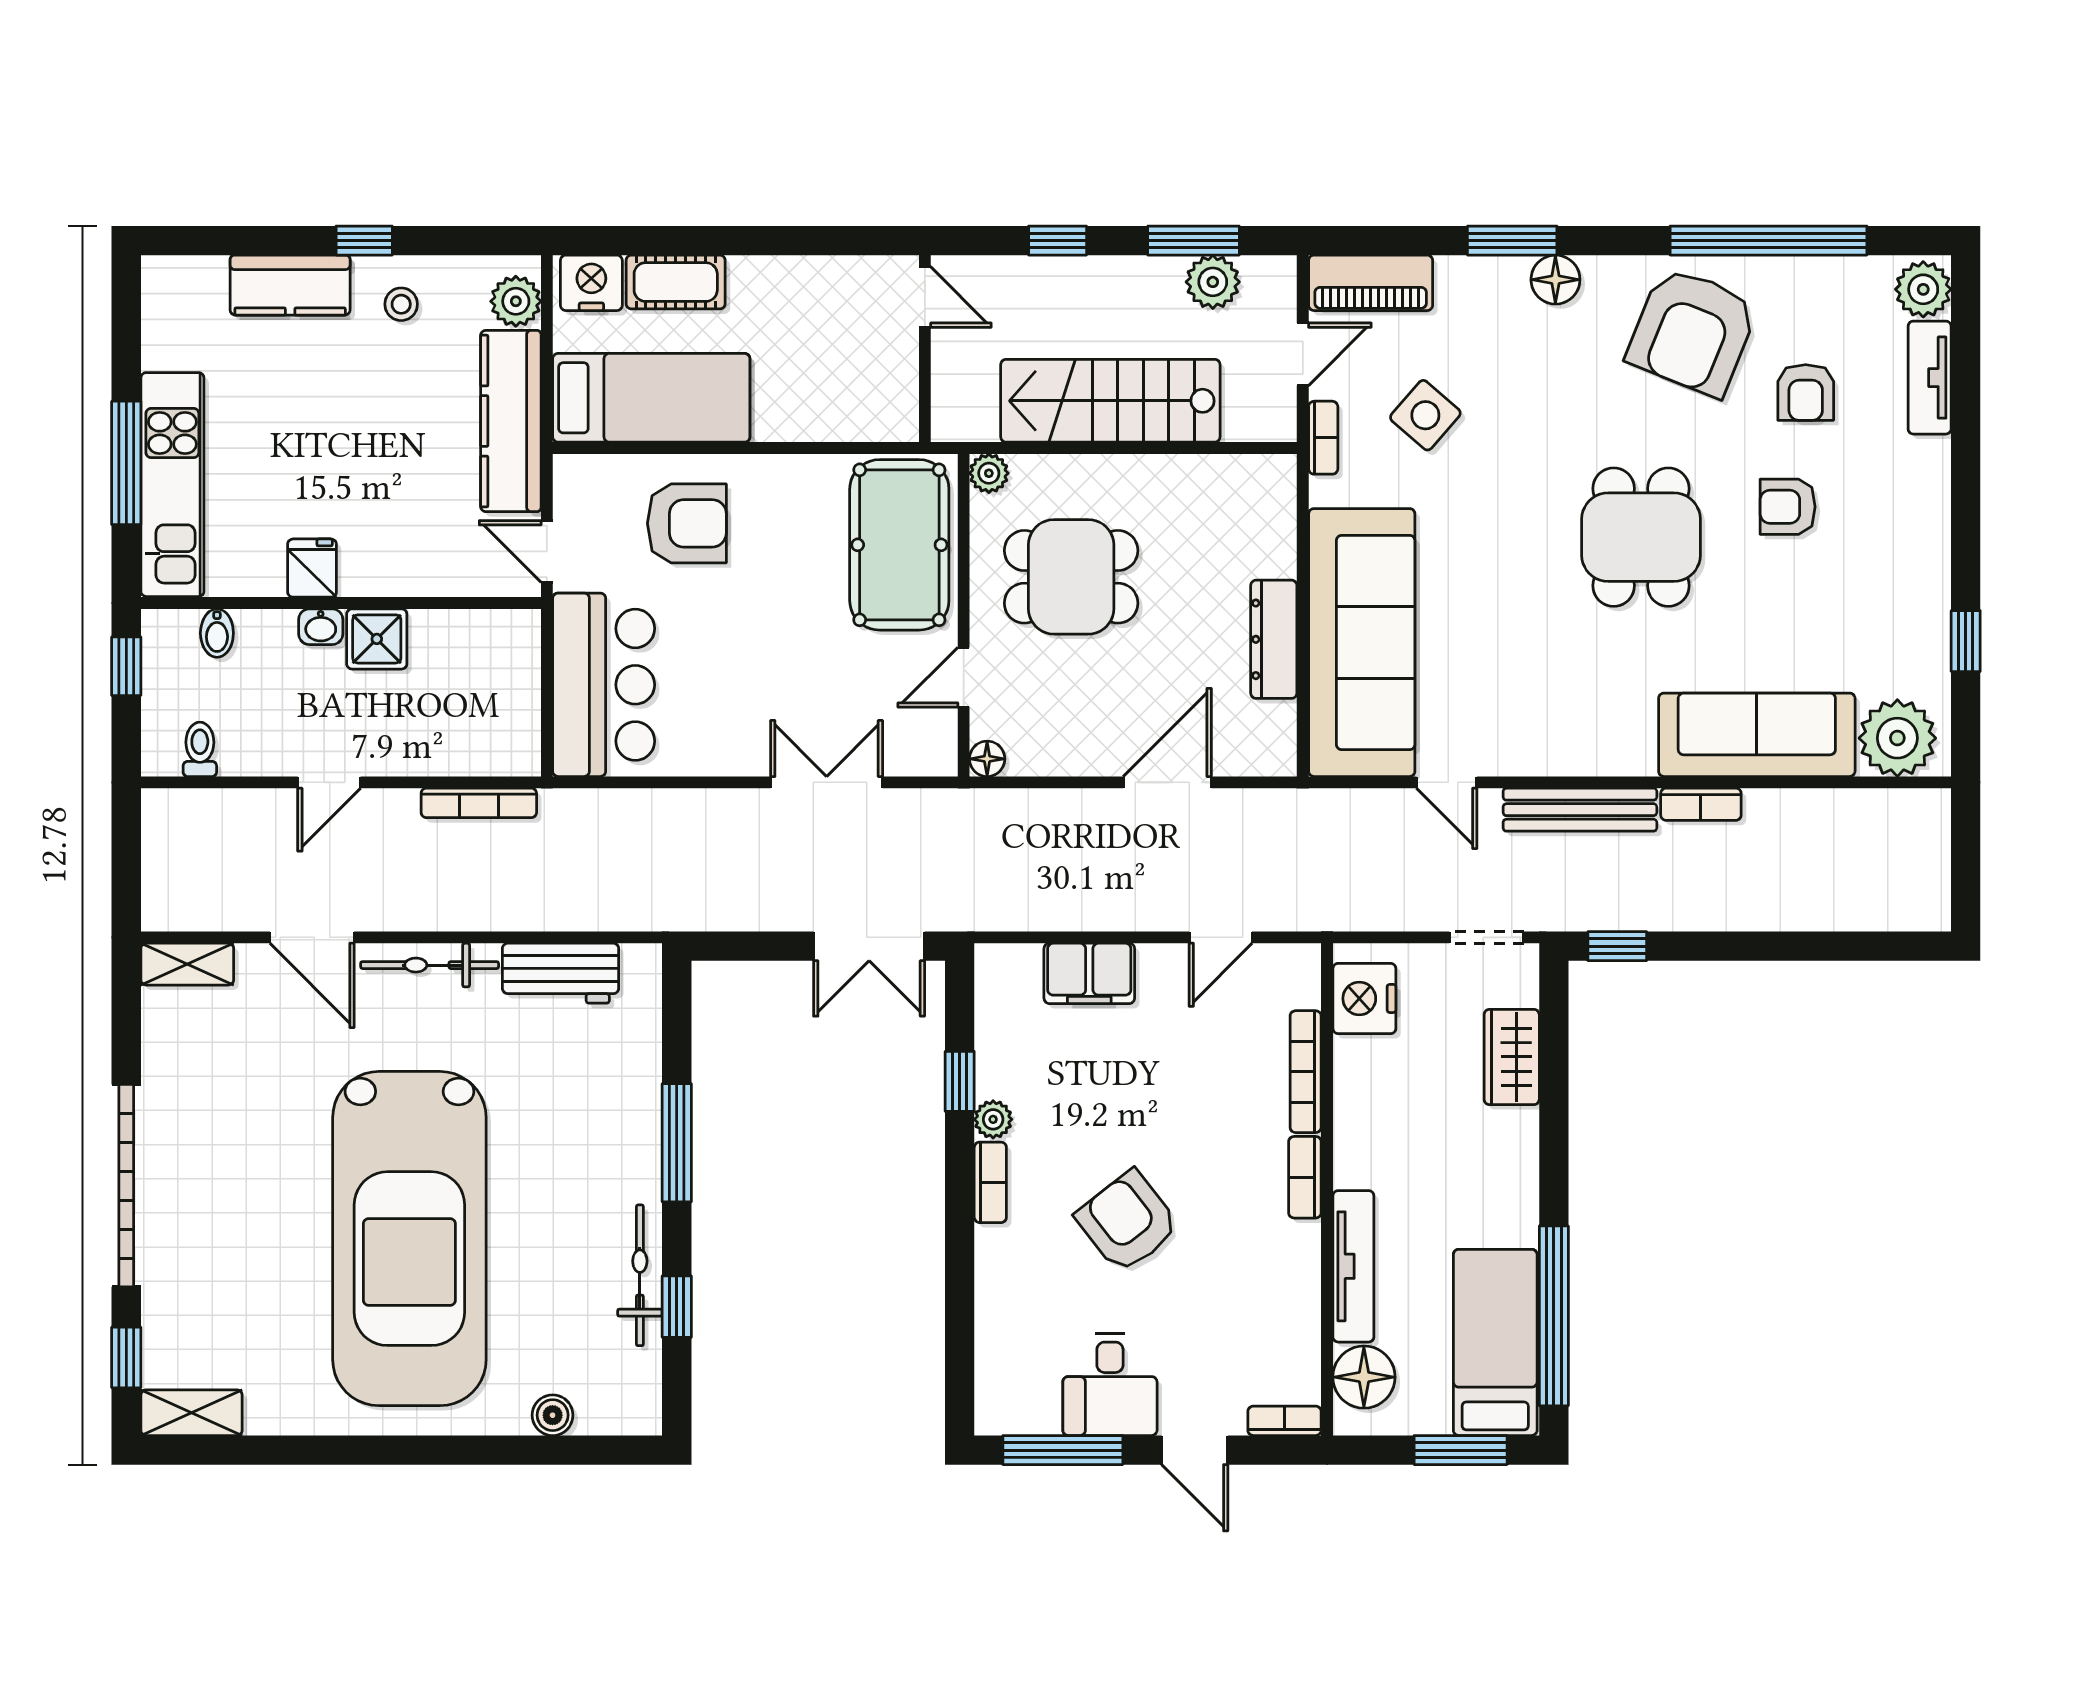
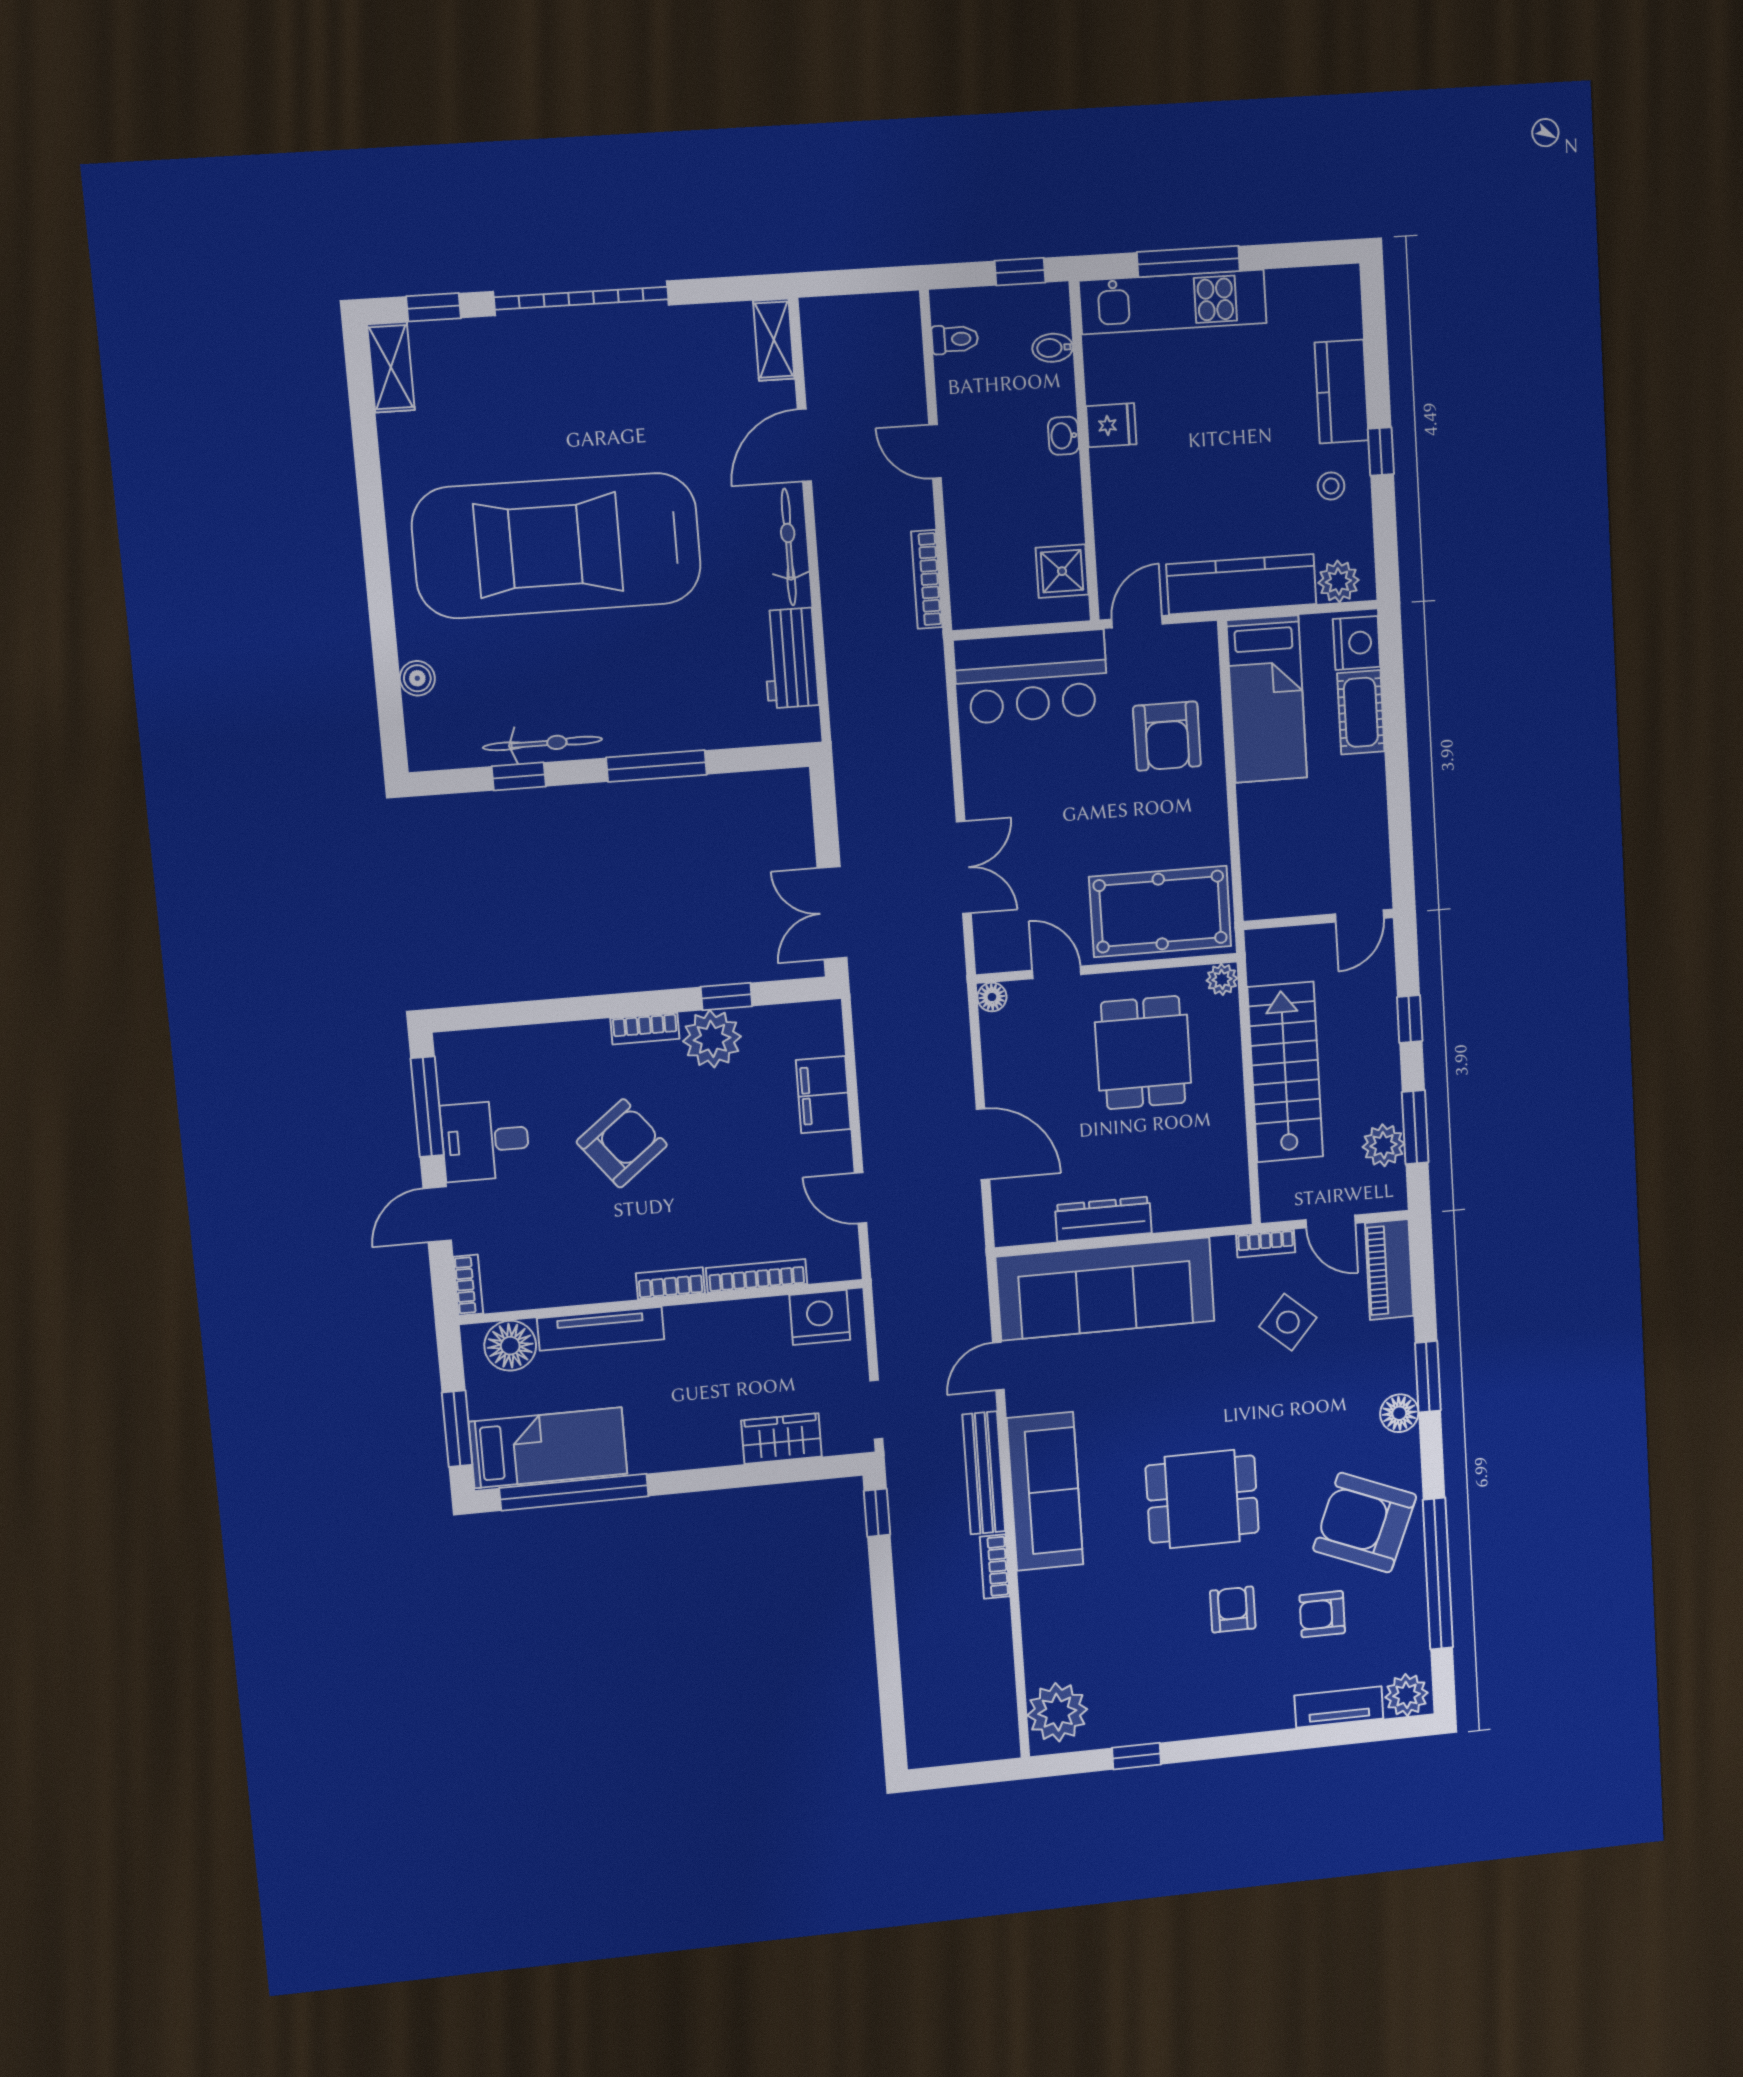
shower: (377, 639) -> (1062, 571), moved
sofa: (1757, 735) -> (1045, 1491), moved
plant: (993, 1119) -> (712, 1039), width x1.88, depth x1.88

